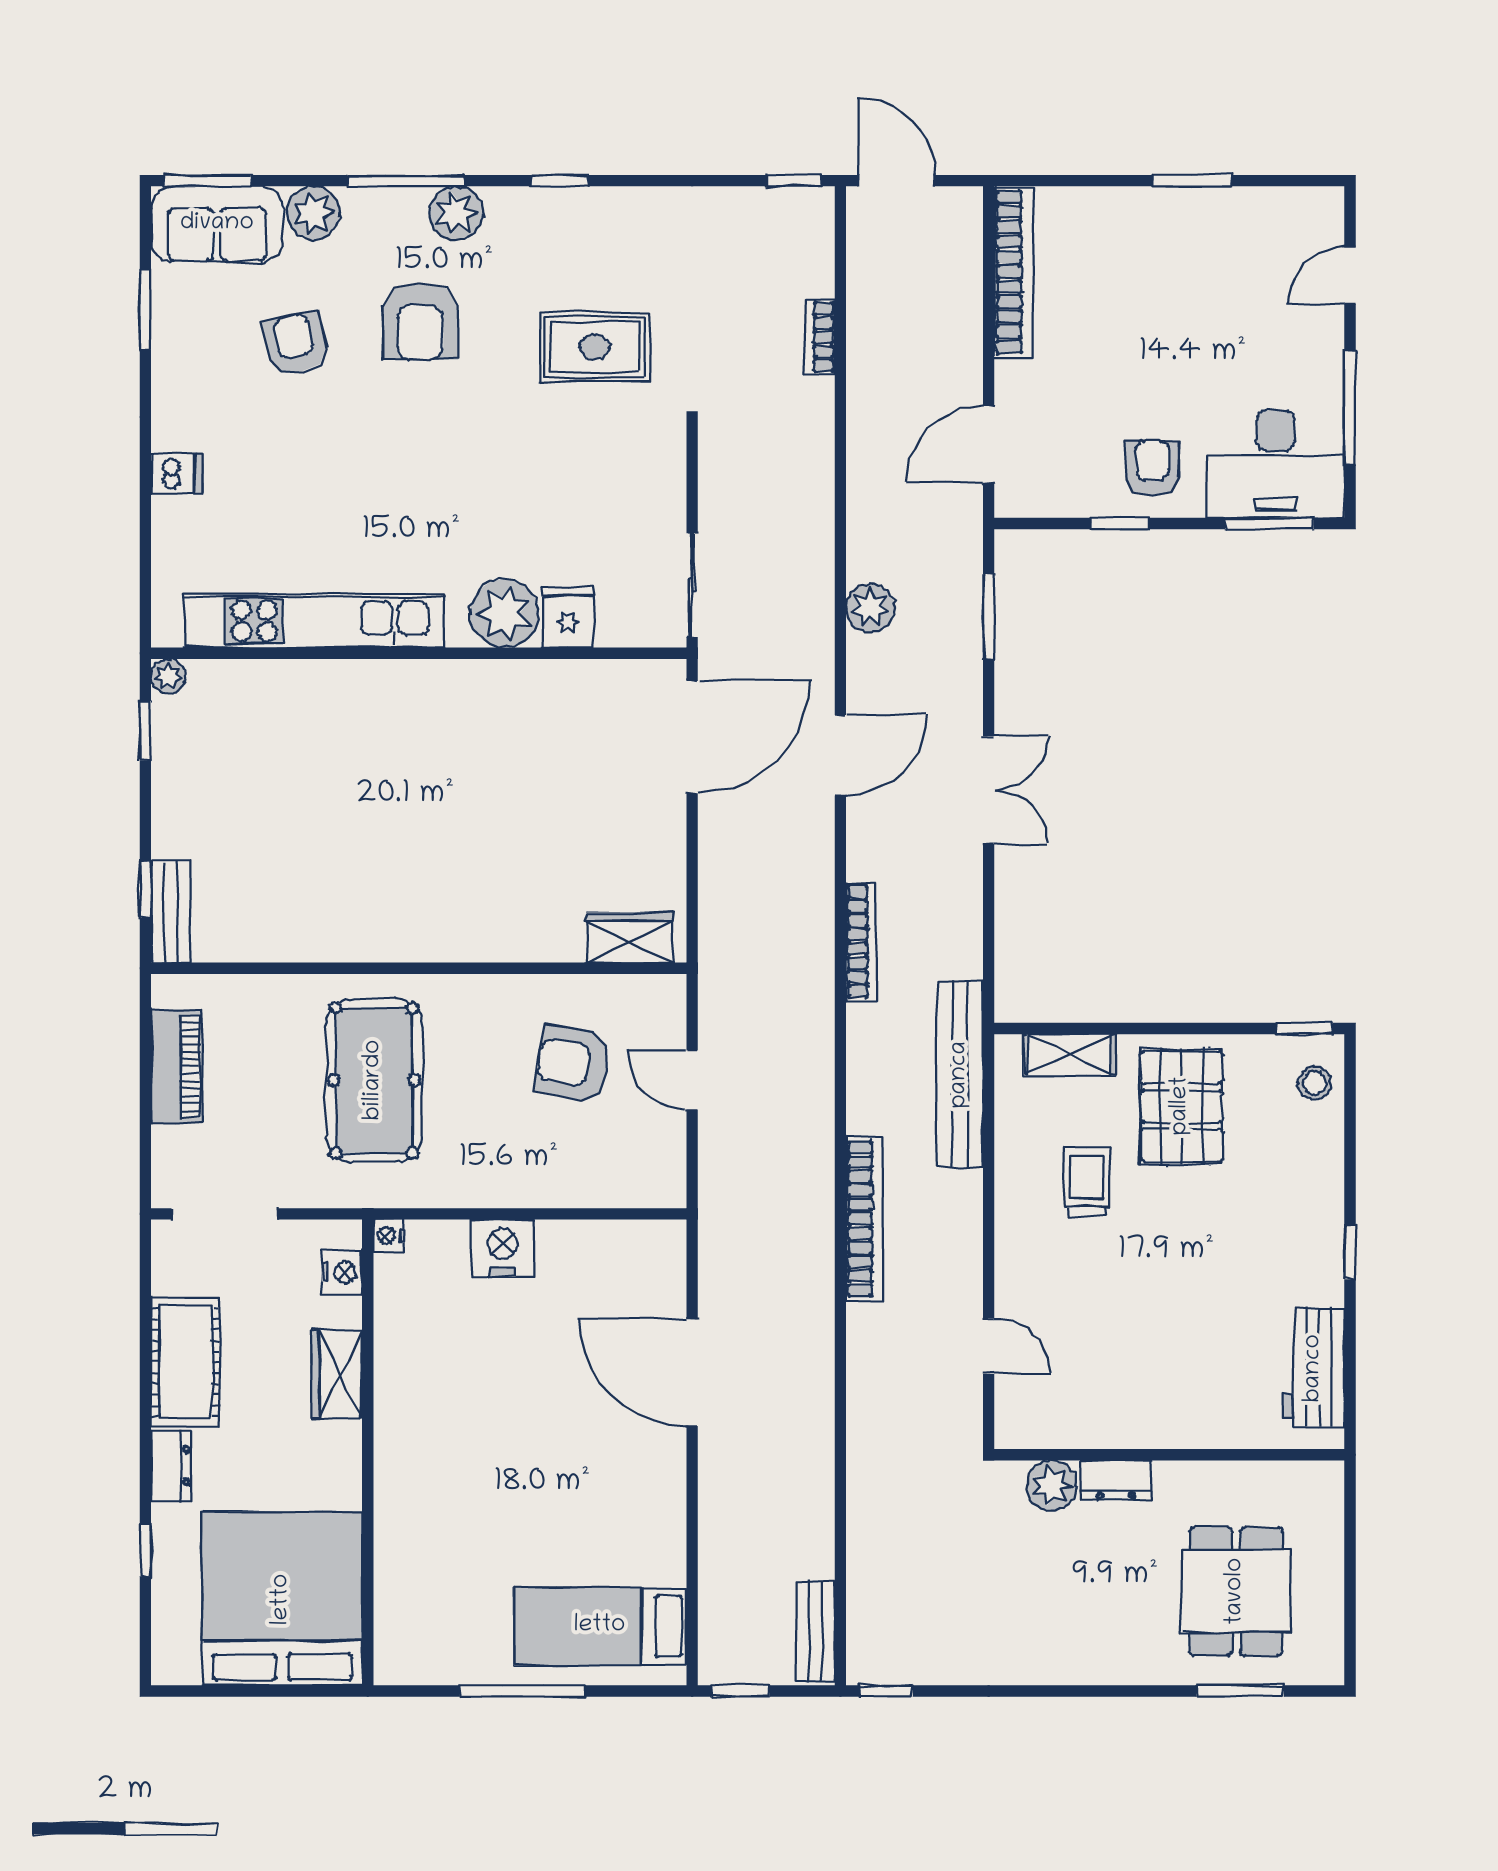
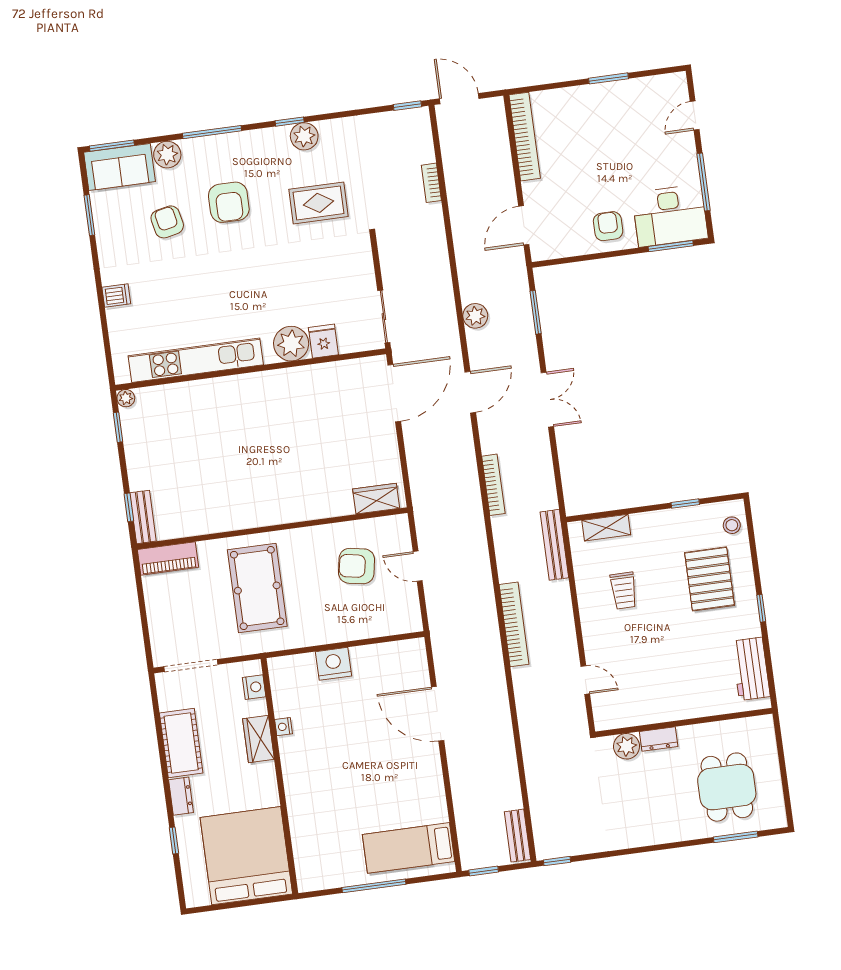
plant: (456, 213) -> (304, 136), moved
window: (1120, 524) -> (595, 256), removed
window: (1304, 1029) -> (685, 503), moved
piano: (177, 1066) -> (168, 558), moved, turned 90
bench: (960, 1075) -> (554, 545), width x0.73, depth x0.82
pallet: (1181, 1106) -> (709, 579), moved
trolley: (1087, 1182) -> (624, 591), turned 180
nightstand: (389, 1236) -> (284, 727), moved

